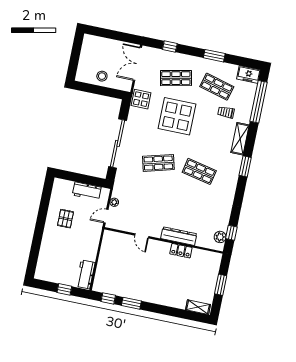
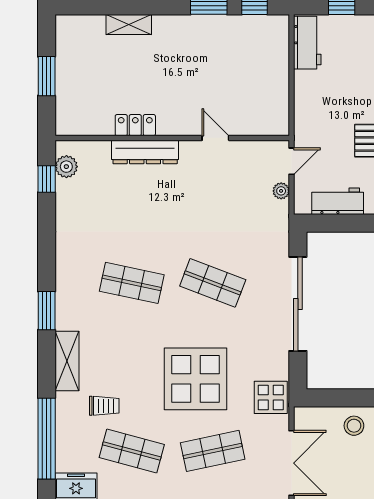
shop shelf: (158, 163) -> (213, 283), turned 36
shelving: (198, 307) -> (129, 25), moved

